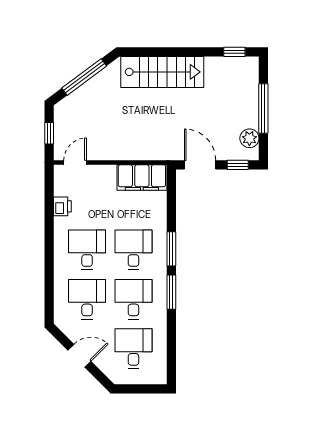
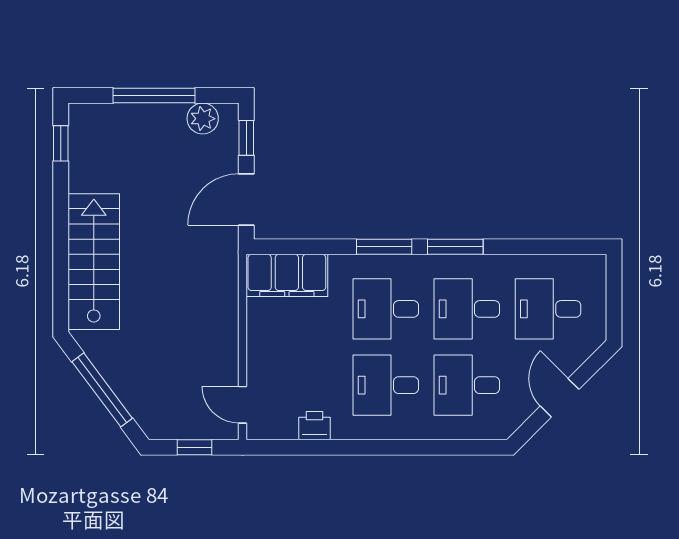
filing cabinet: (142, 178) -> (287, 275), moved, turned 90

